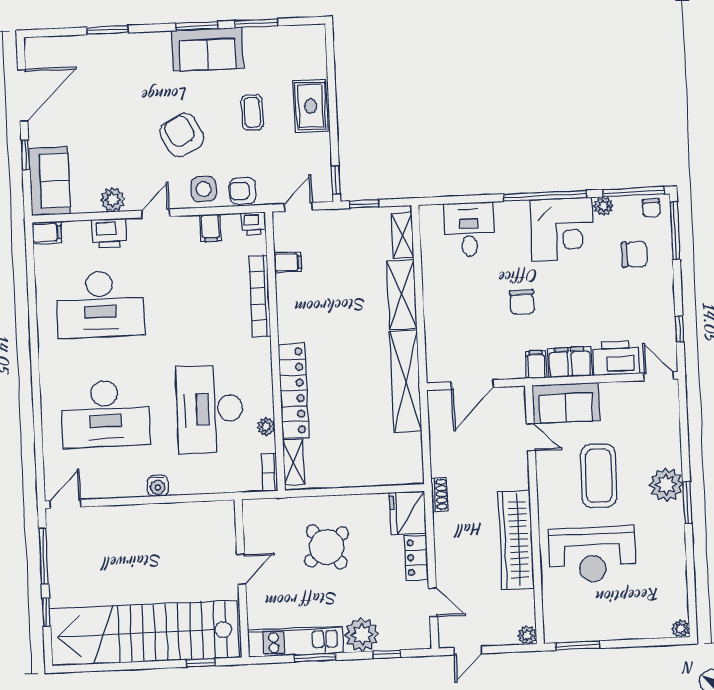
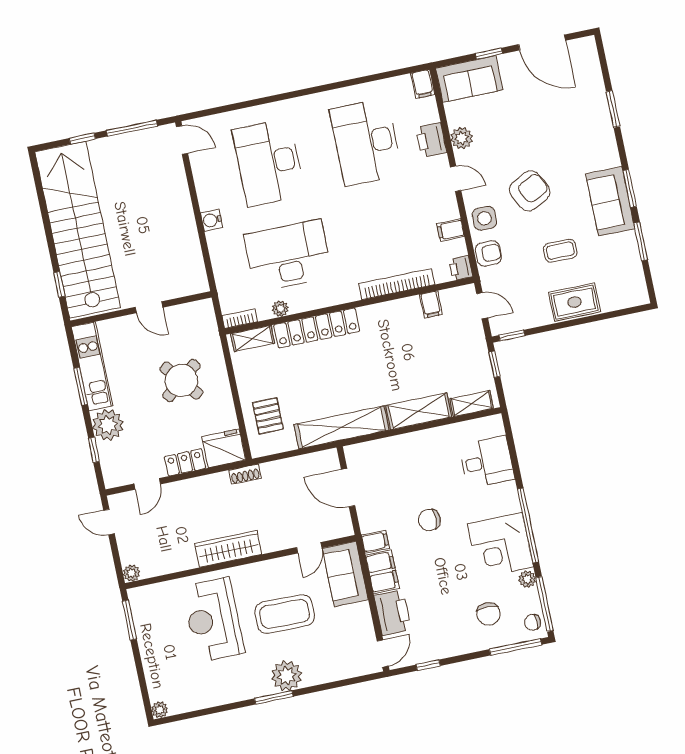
armchair: (243, 191) -> (488, 253), turned 90
pallet: (380, 459) -> (268, 416), added
wardrobe: (516, 540) -> (228, 549), width x0.71, depth x0.85

